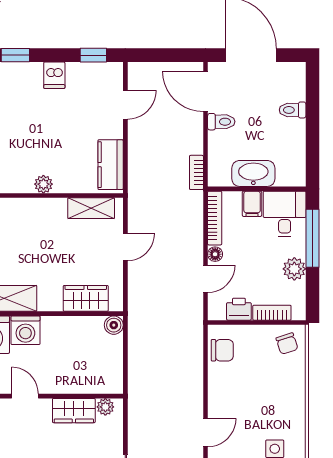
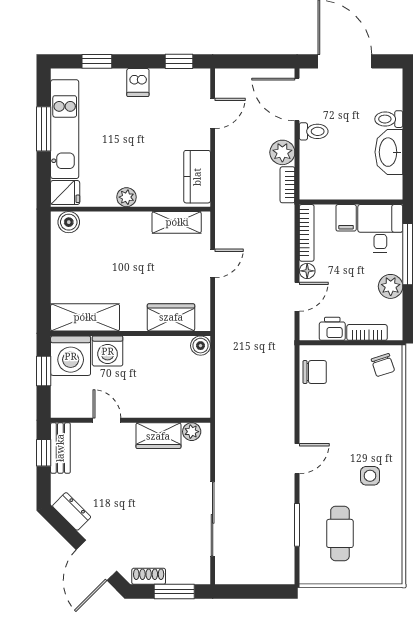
plant: (191, 142) -> (282, 152), added
washbasin: (253, 173) -> (389, 152), moved, turned -90

